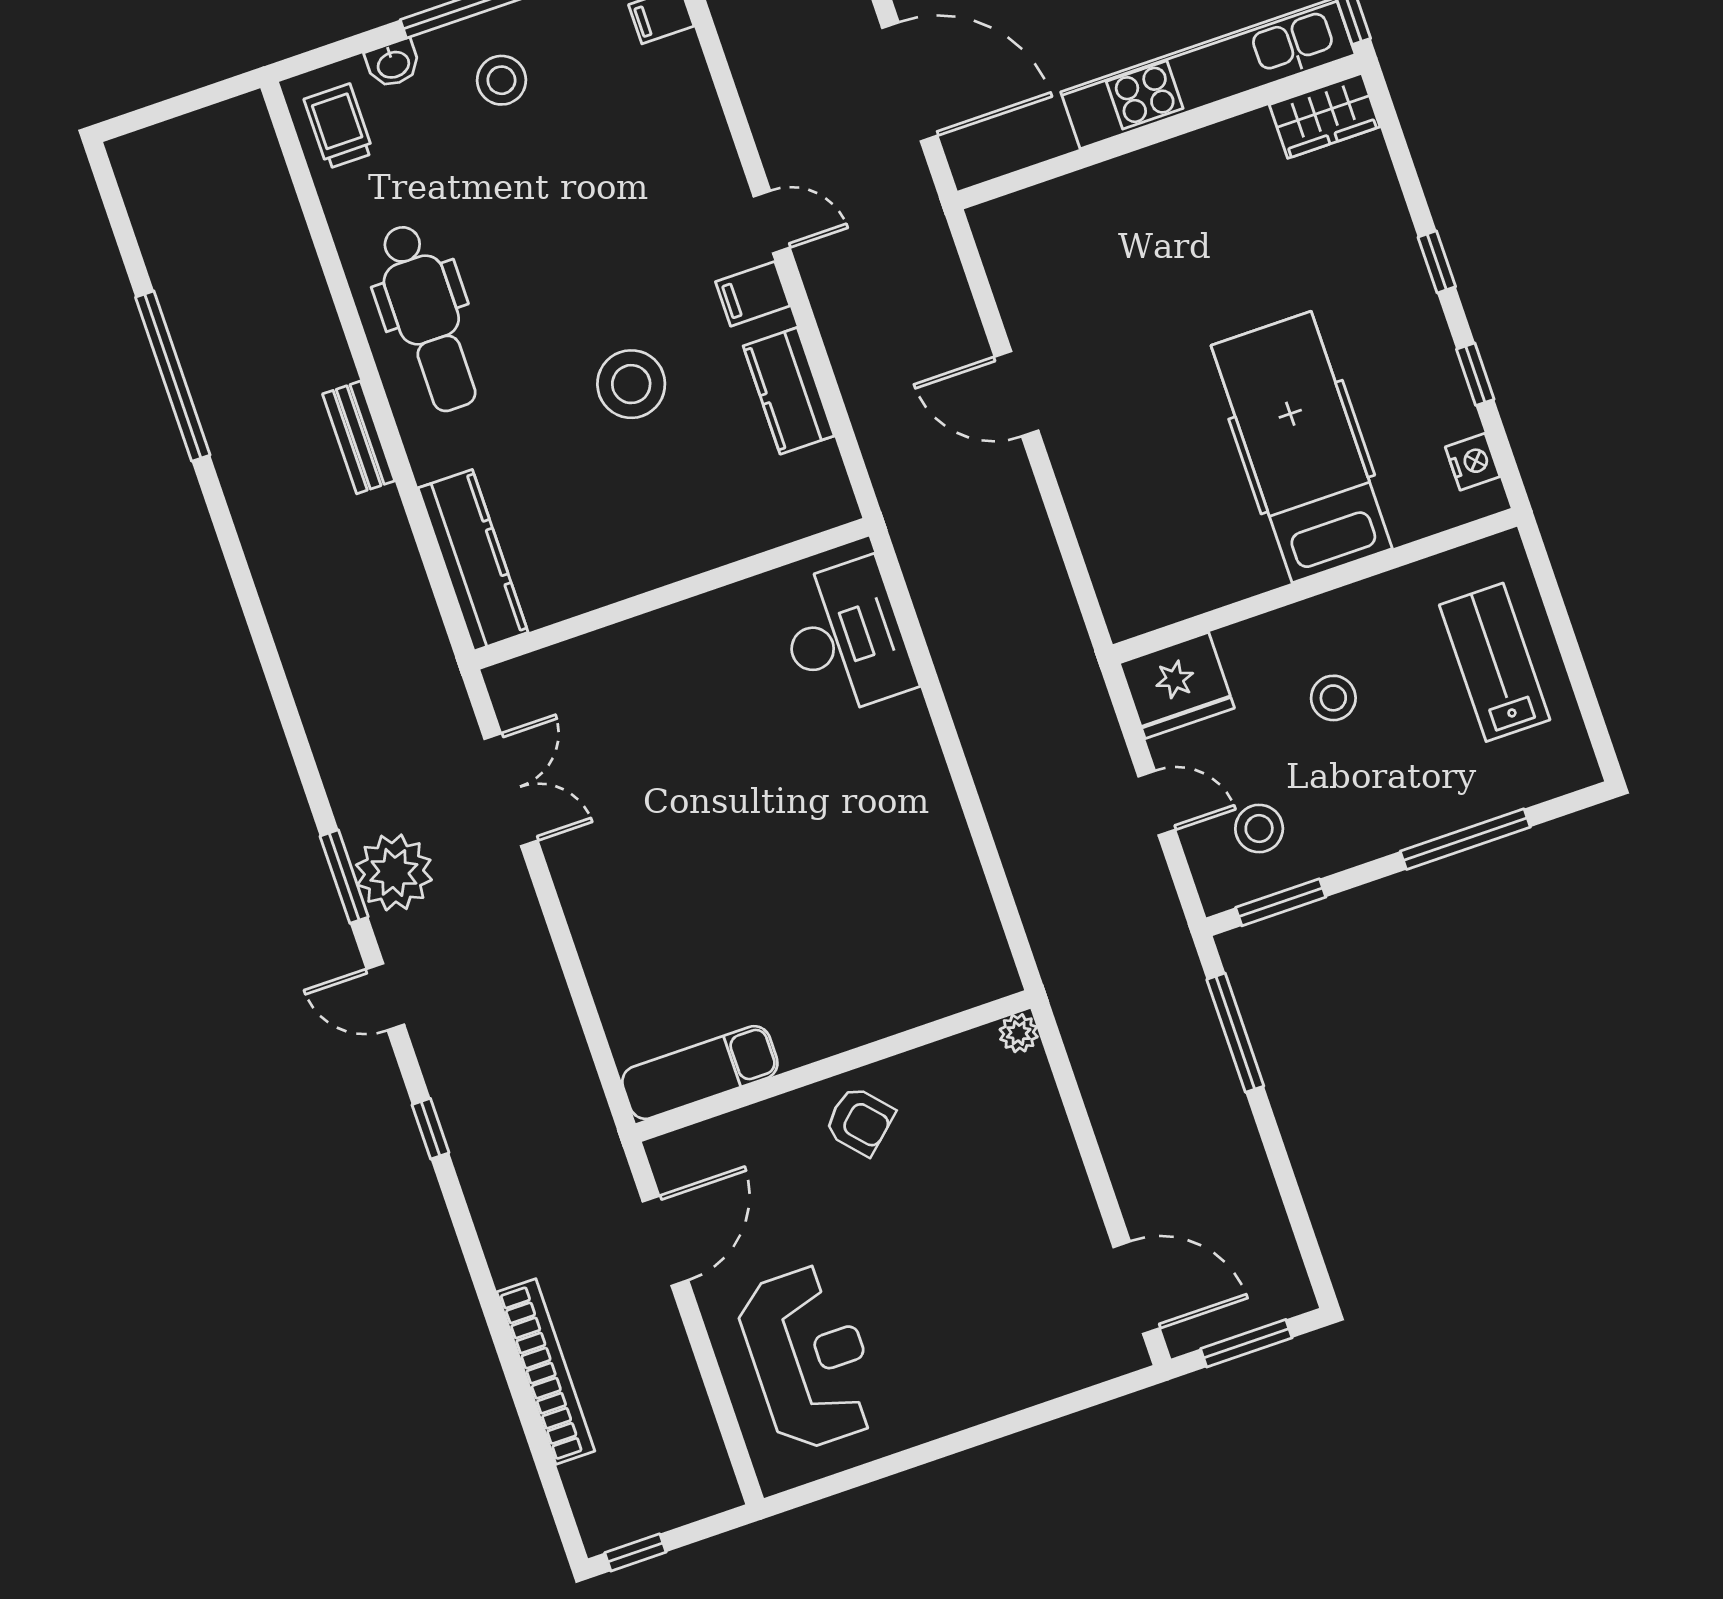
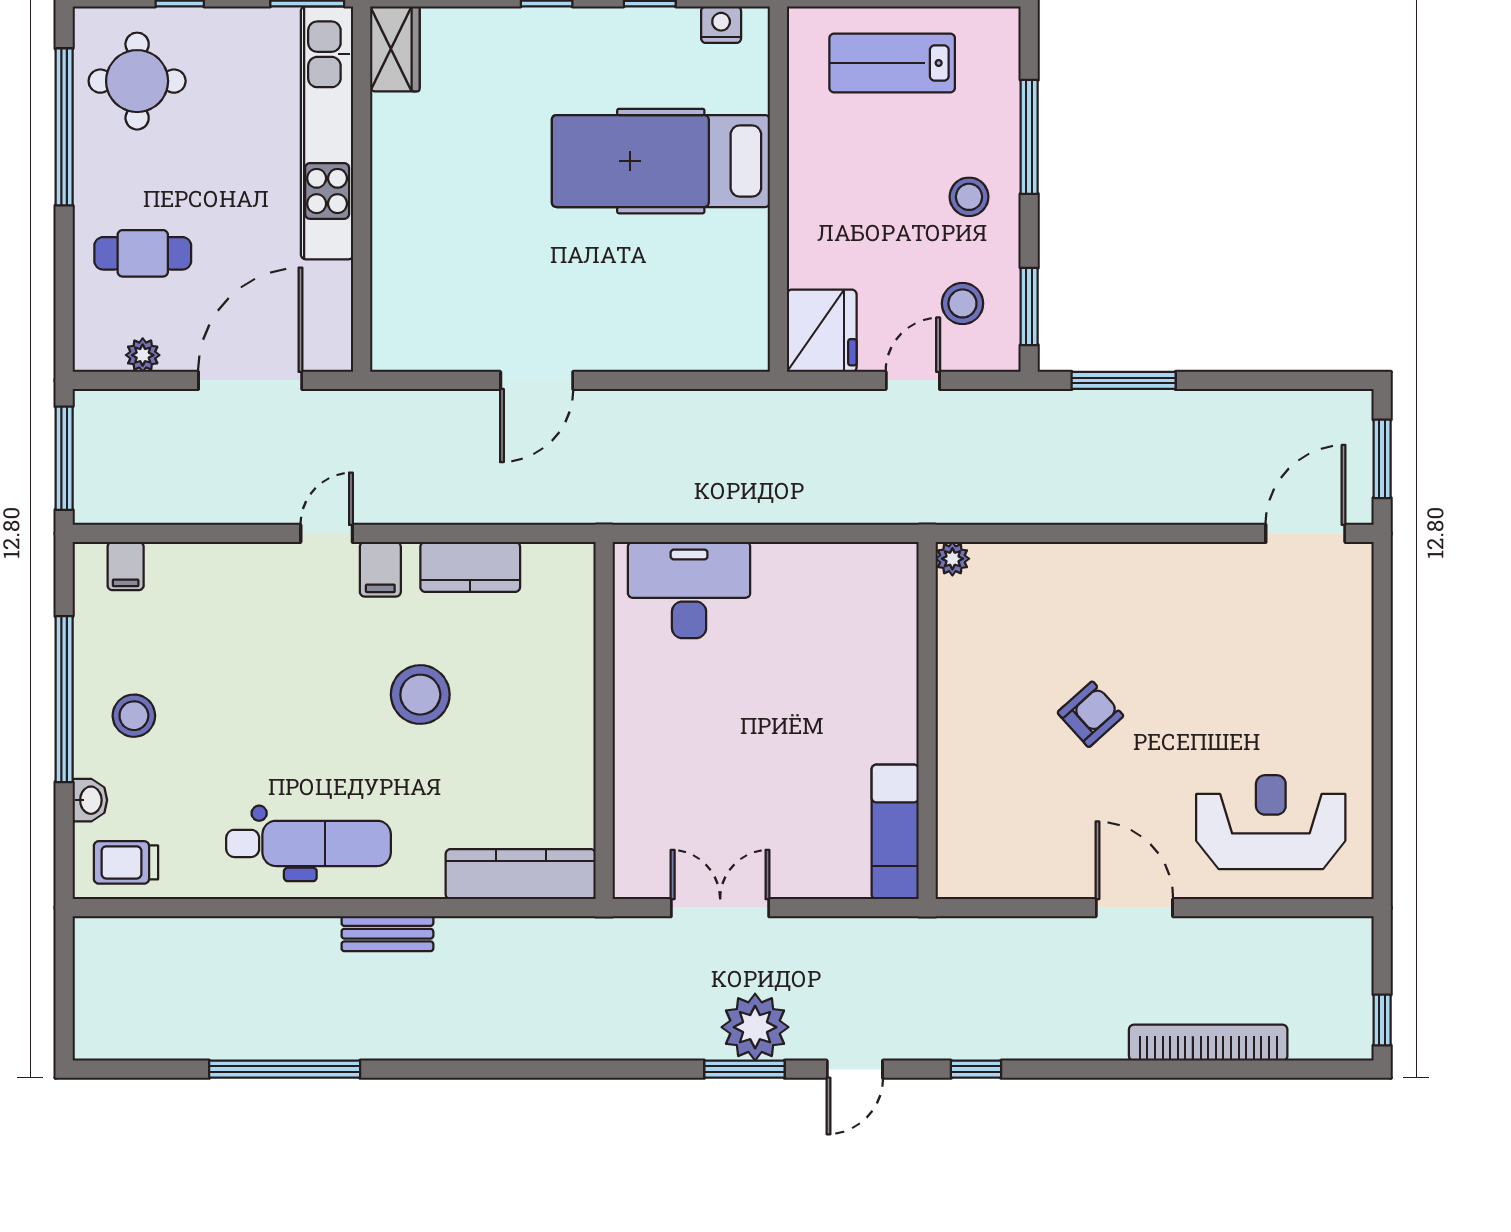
stool: (1333, 698) -> (969, 197), moved
plant: (1019, 1033) -> (952, 559), moved
wall: (833, 1066) -> (927, 721), moved
exam couch: (700, 1073) -> (895, 832), moved

